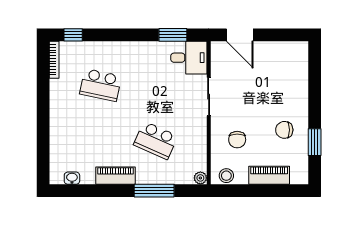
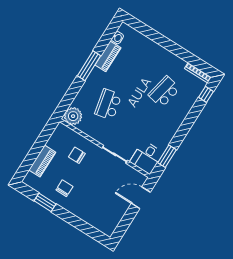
school desk: (156, 140) -> (108, 104), turned -36
piano: (116, 176) -> (108, 56), moved
stool: (226, 176) -> (59, 134), removed
plant: (200, 178) -> (73, 116), width x1.87, depth x1.87
window: (154, 191) -> (89, 66), moved

